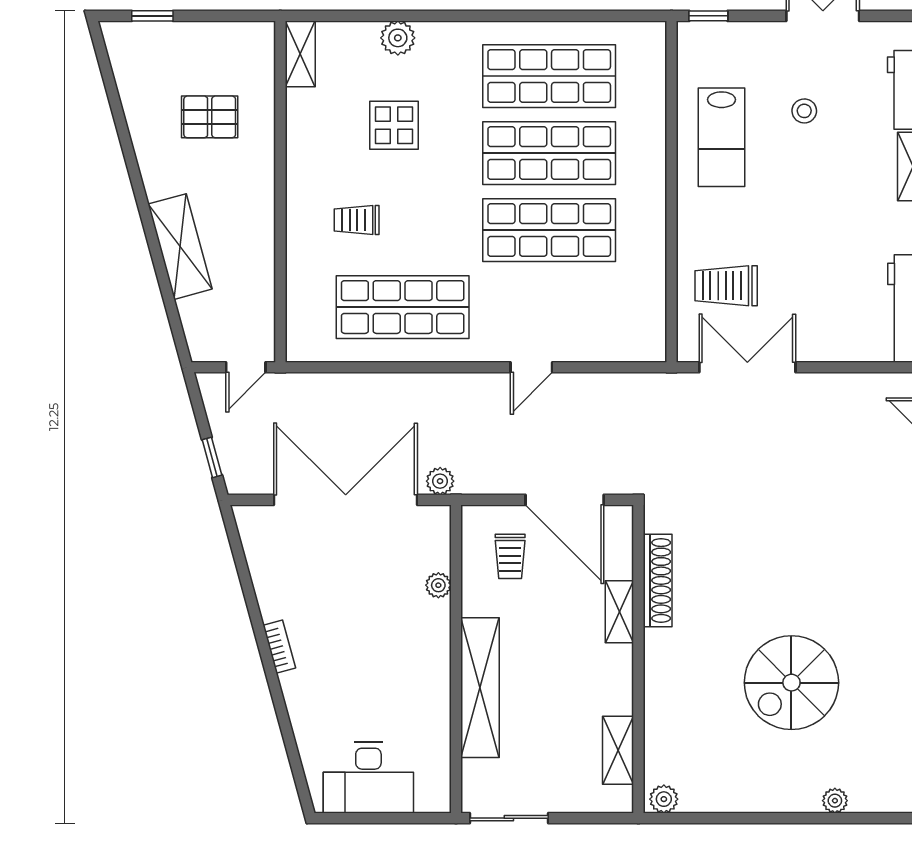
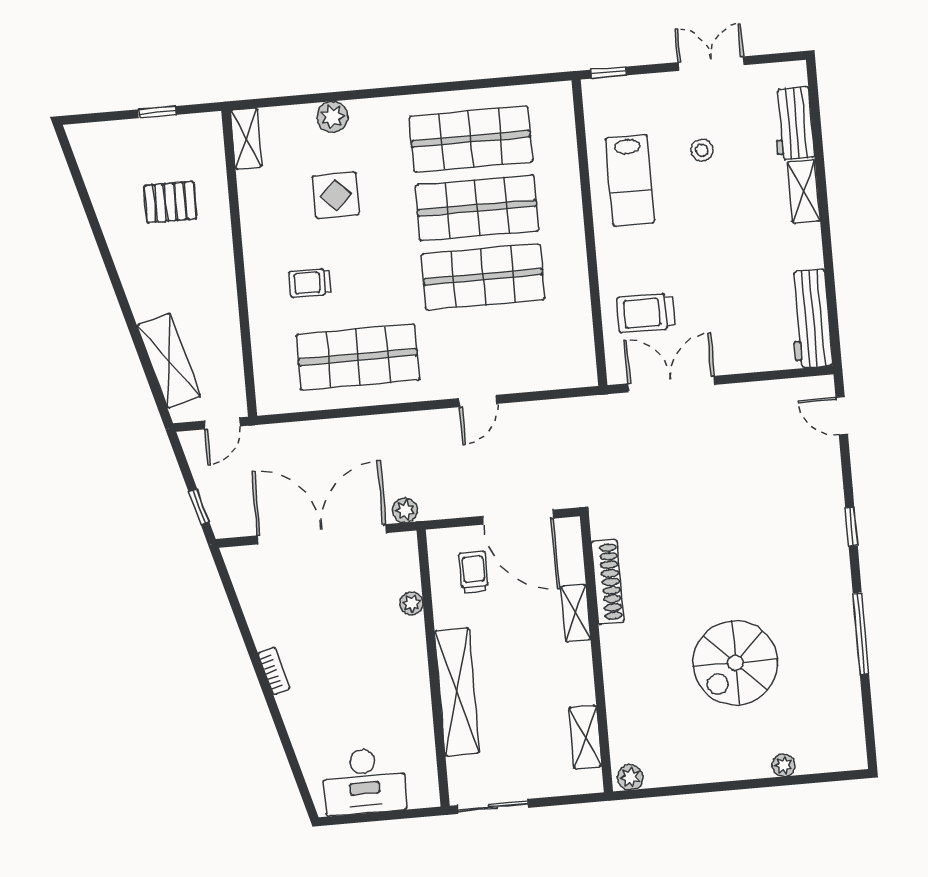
window: (152, 16) -> (157, 112), moved
shelving: (180, 247) -> (169, 361), moved
trolley: (510, 556) -> (474, 572), turned 180

